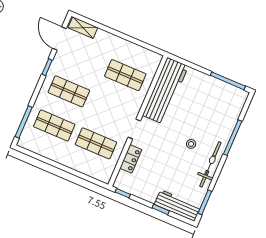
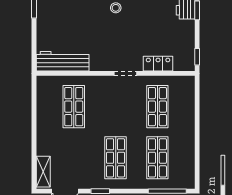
workbench: (165, 91) -> (63, 61), width x0.73, depth x0.76

